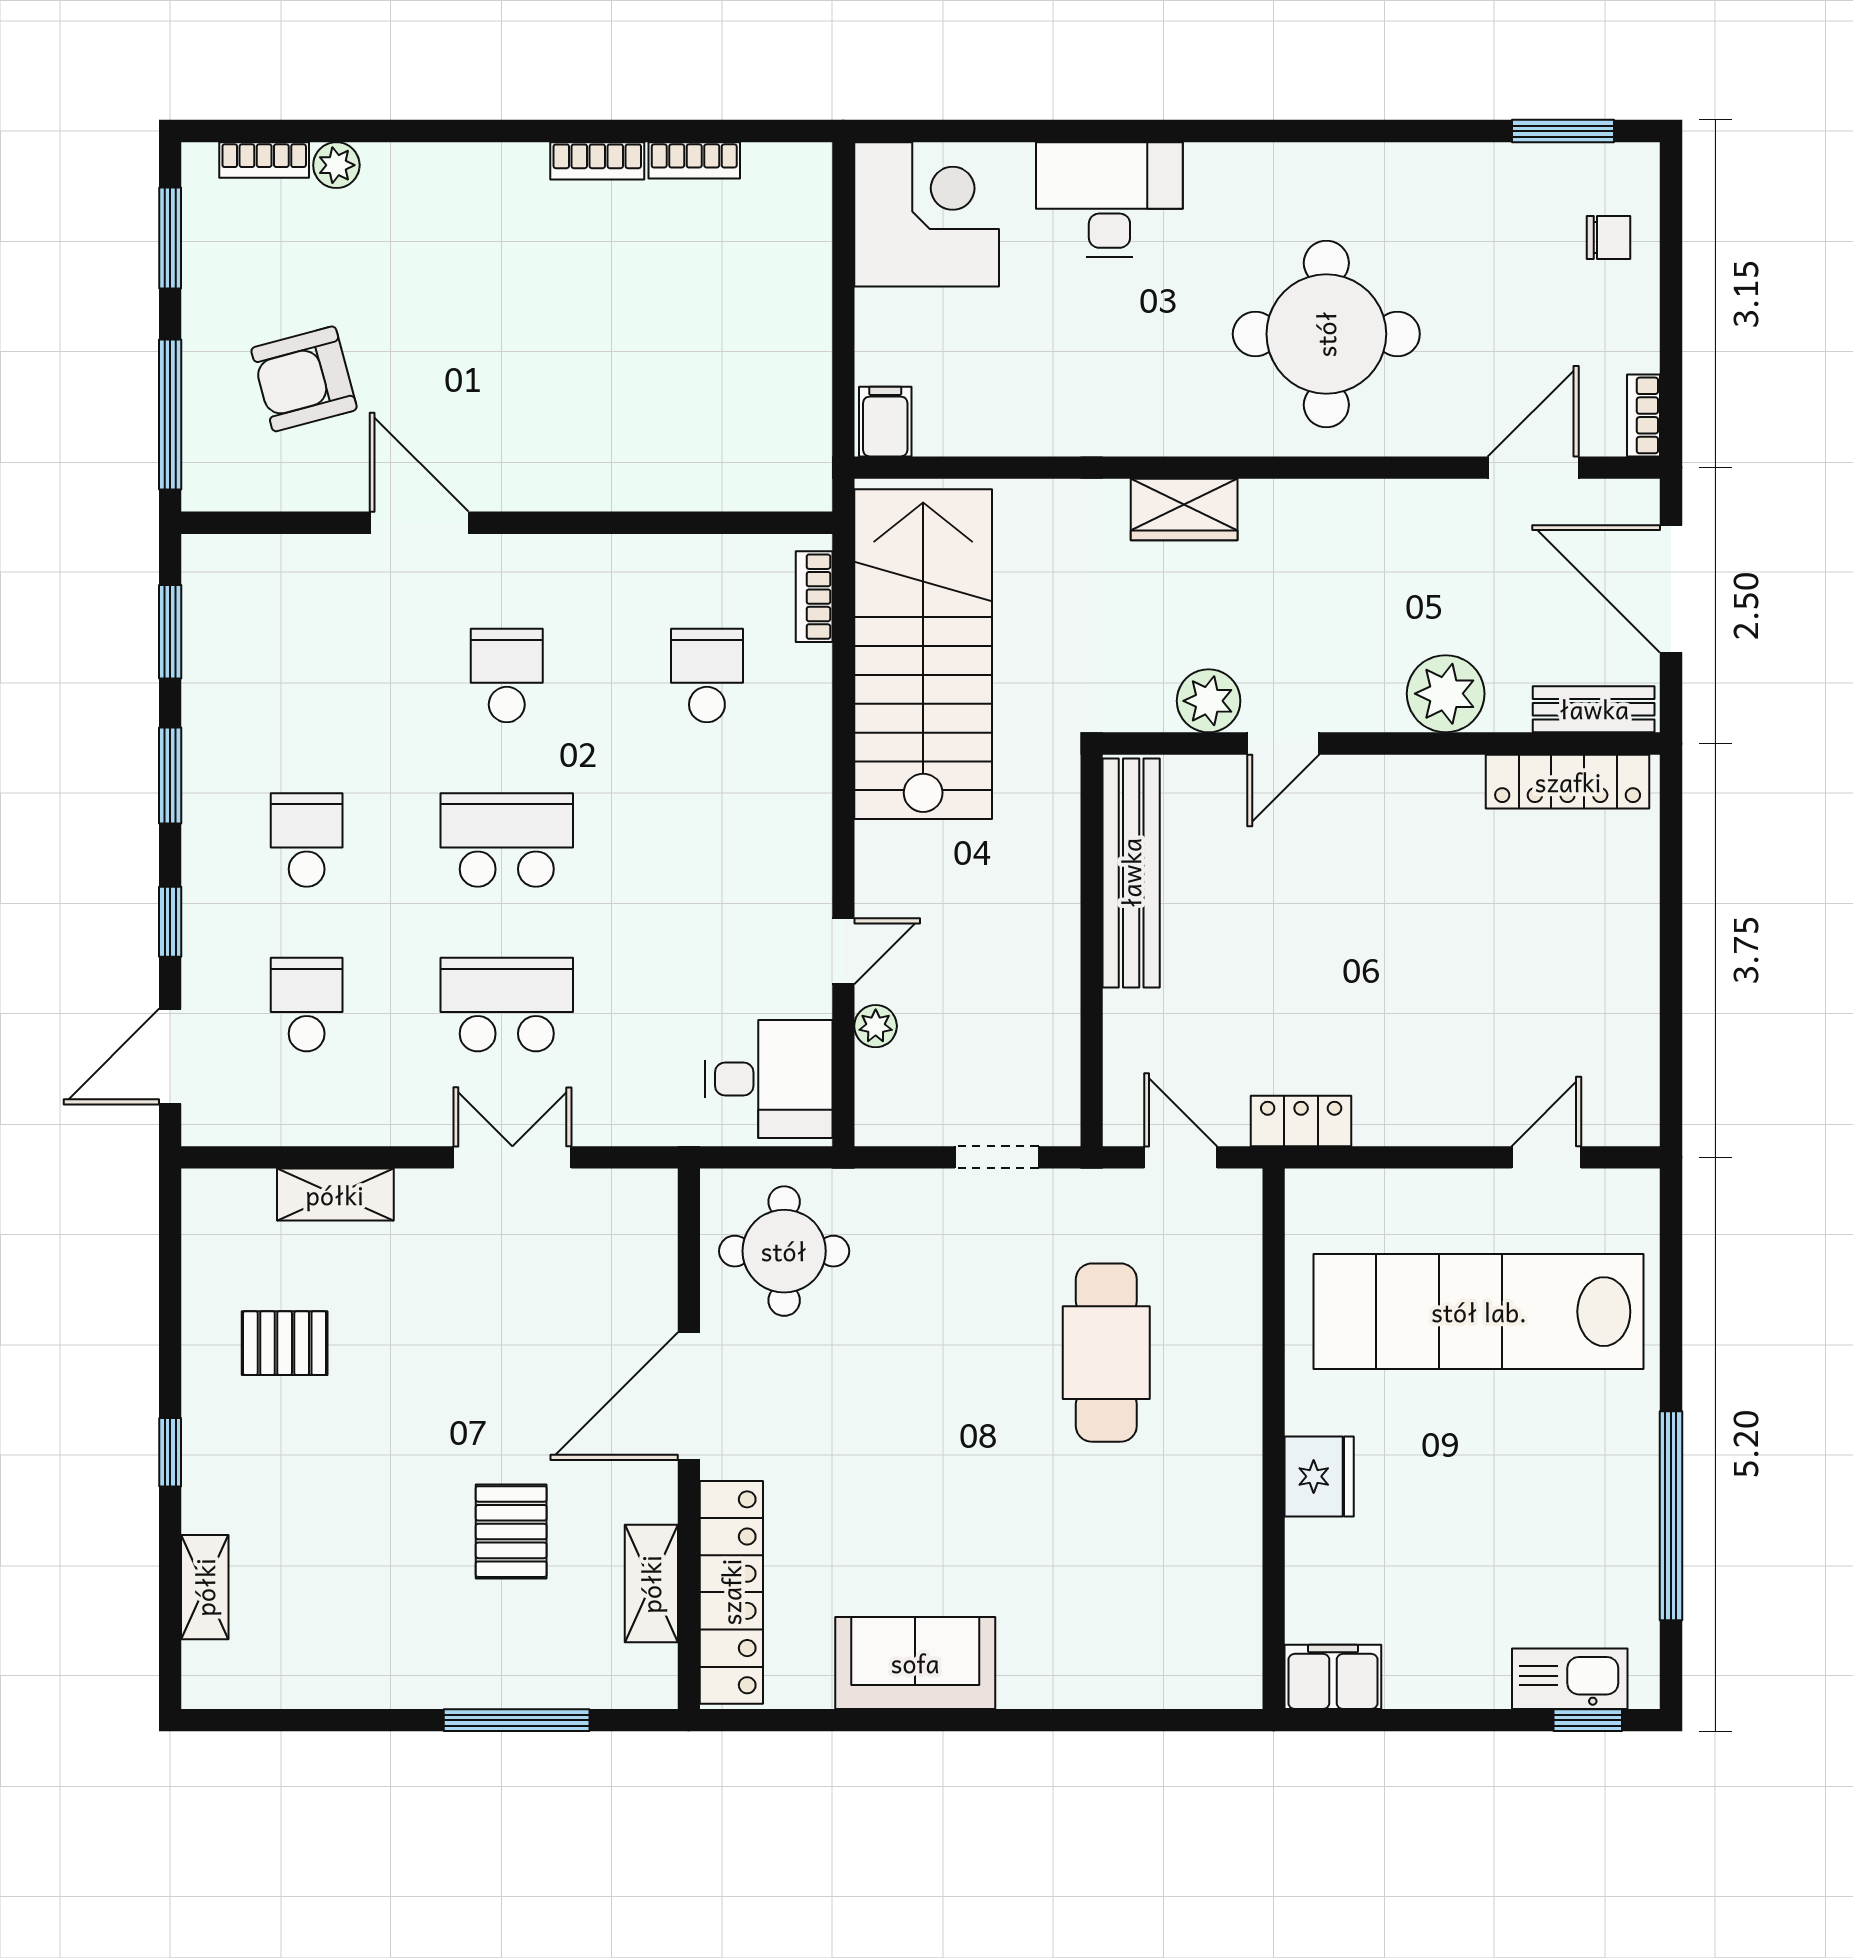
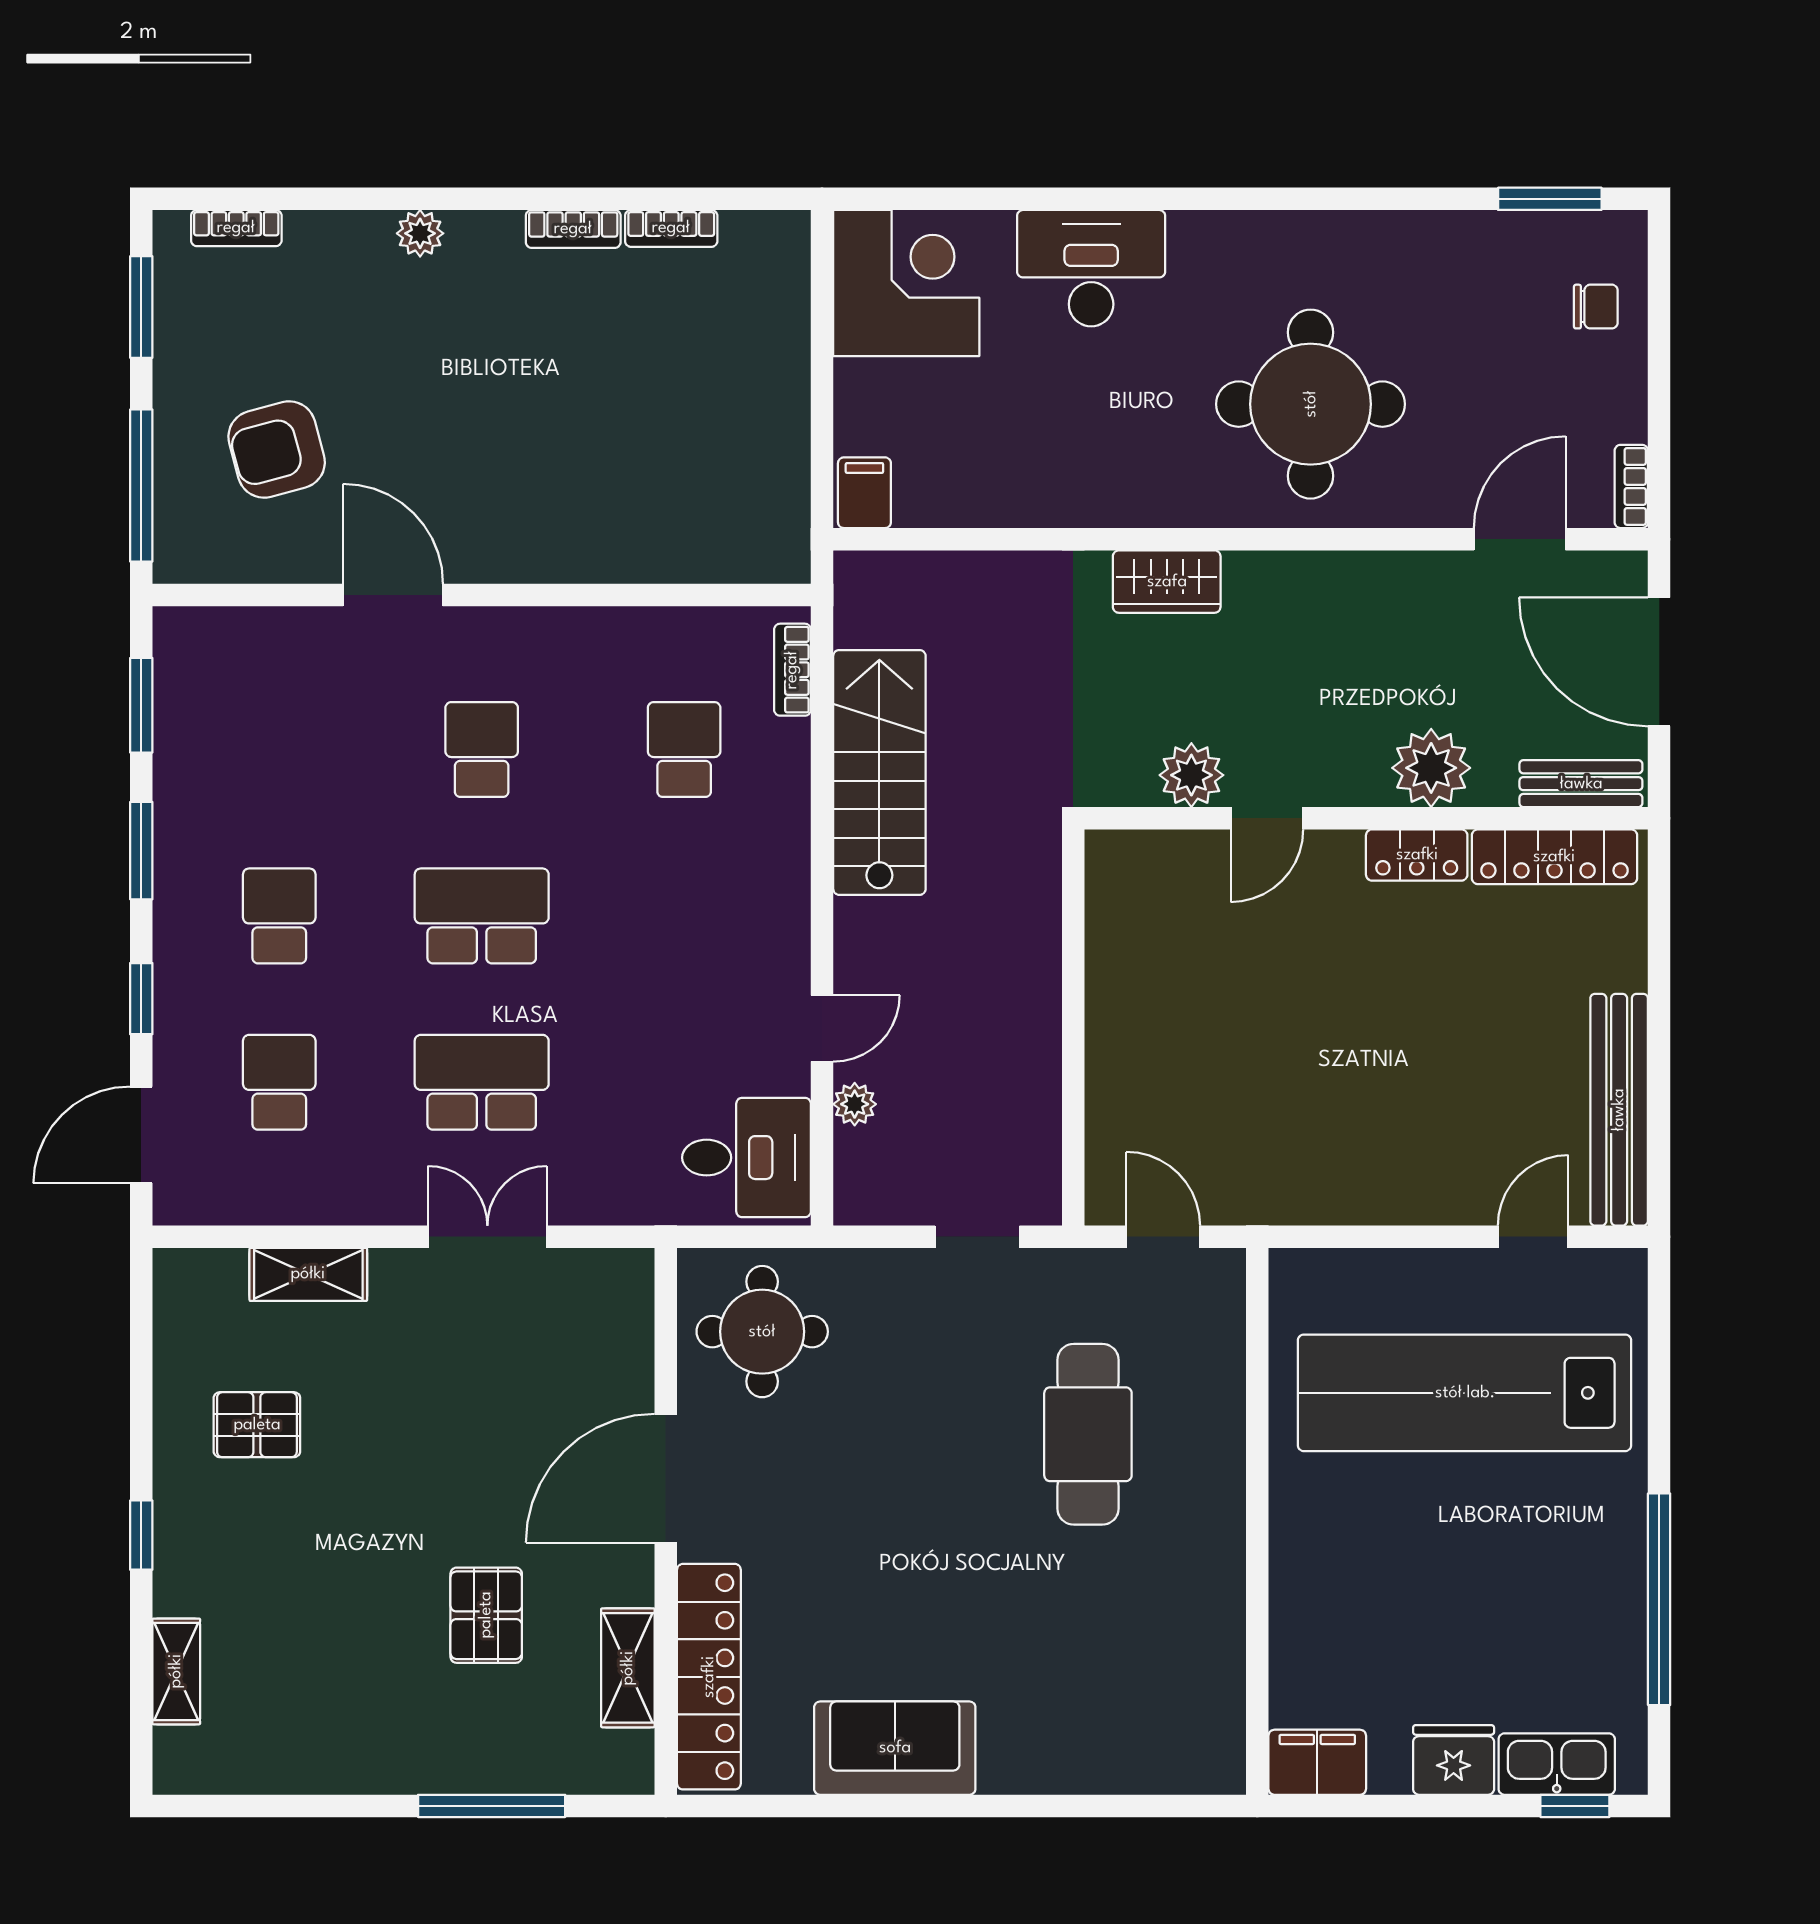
plant: (336, 165) -> (420, 233), moved
stairs: (923, 654) -> (879, 772), width x0.73, depth x0.66
bench: (1131, 873) -> (1619, 1110), moved
locker: (1301, 1121) -> (1417, 855), moved, turned 180
fridge: (1319, 1476) -> (1454, 1760), moved, turned -90

